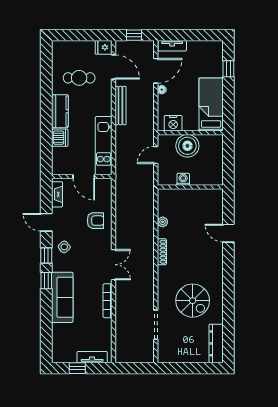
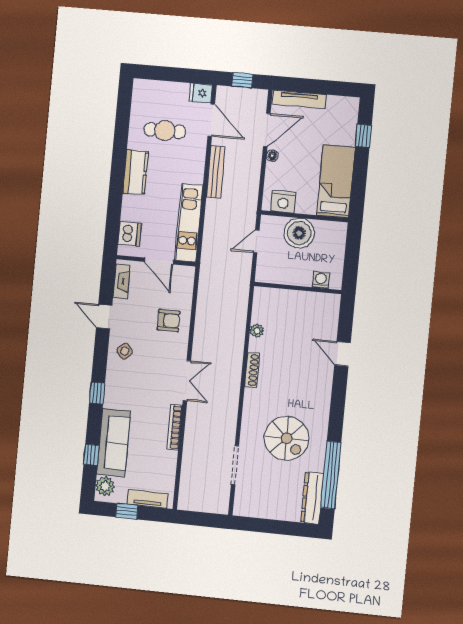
tv unit: (172, 46) -> (299, 99), width x1.41
dishwasher: (60, 138) -> (130, 234), moved
washing machine: (183, 179) -> (321, 280), moved
window: (46, 256) -> (91, 455), moved
sofa: (62, 297) -> (114, 443), moved
window: (228, 325) -> (331, 475), added
plant: (59, 351) -> (105, 486), added

